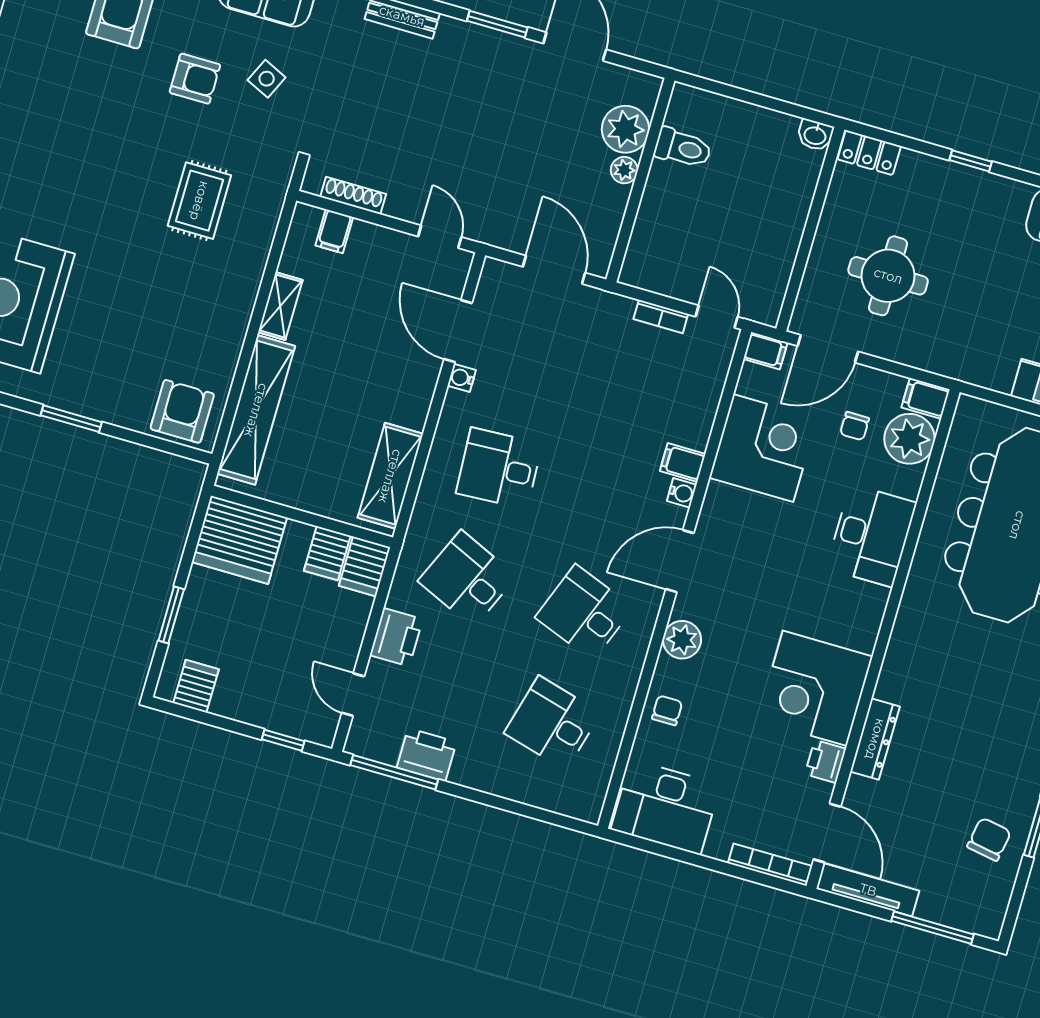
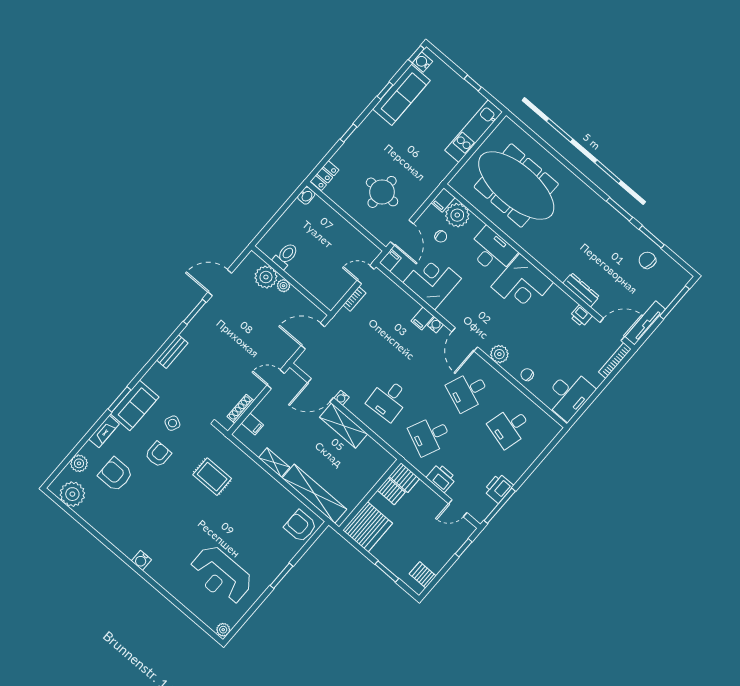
shelving: (390, 476) -> (343, 426), moved
corner desk: (815, 688) -> (522, 285), moved

